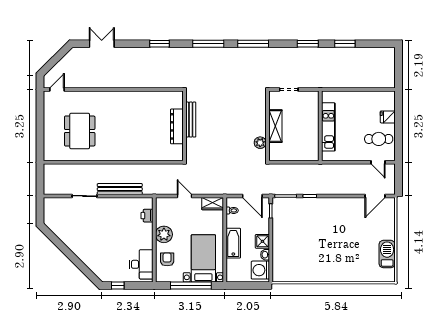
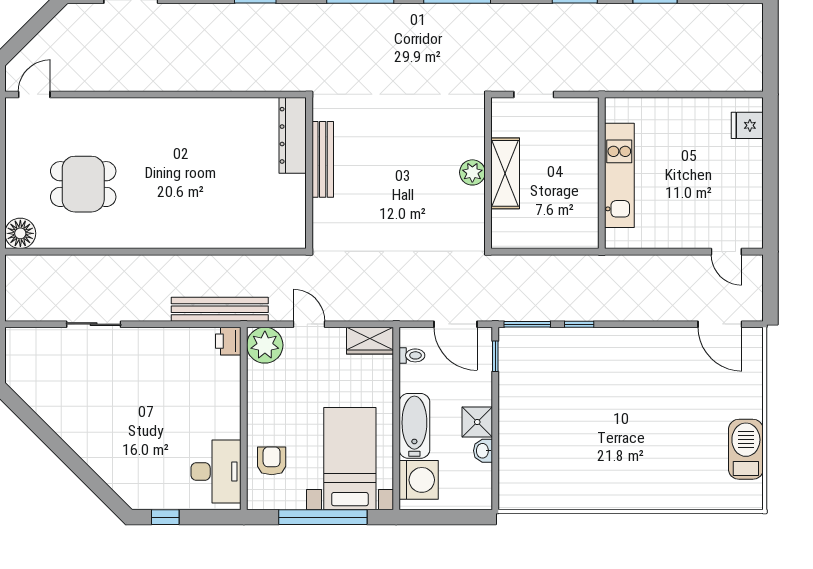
fridge: (388, 117) -> (747, 125), moved
dresser: (177, 126) -> (293, 135), moved
dining table: (80, 131) -> (83, 184), width x0.73
cafe table: (379, 139) -> (728, 201), removed
plant: (260, 143) -> (472, 172), moved
floor lamp: (50, 154) -> (20, 233), added
bench: (120, 189) -> (220, 309), moved
door: (375, 196) -> (720, 324), hinge flipped
printer: (147, 216) -> (228, 341), moved
plant: (164, 234) -> (265, 345), moved
washing machine: (260, 270) -> (419, 480), moved, turned 180

